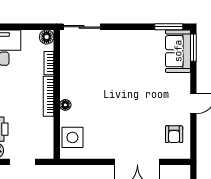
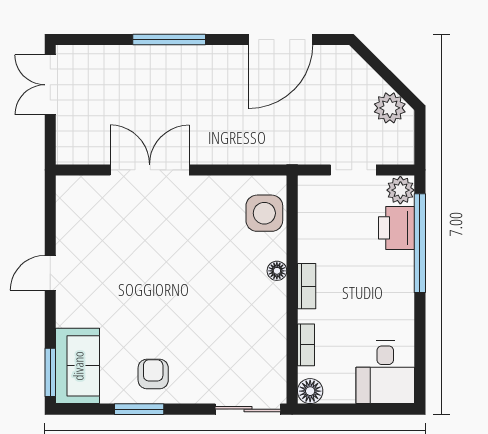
window: (169, 27) -> (139, 409), moved
bookcase: (49, 96) -> (307, 286), width x0.64
armchair: (174, 134) -> (153, 374), moved

